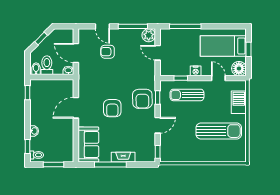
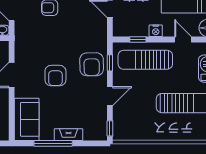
sun lounger: (187, 95) -> (145, 60), width x1.36, depth x1.34

